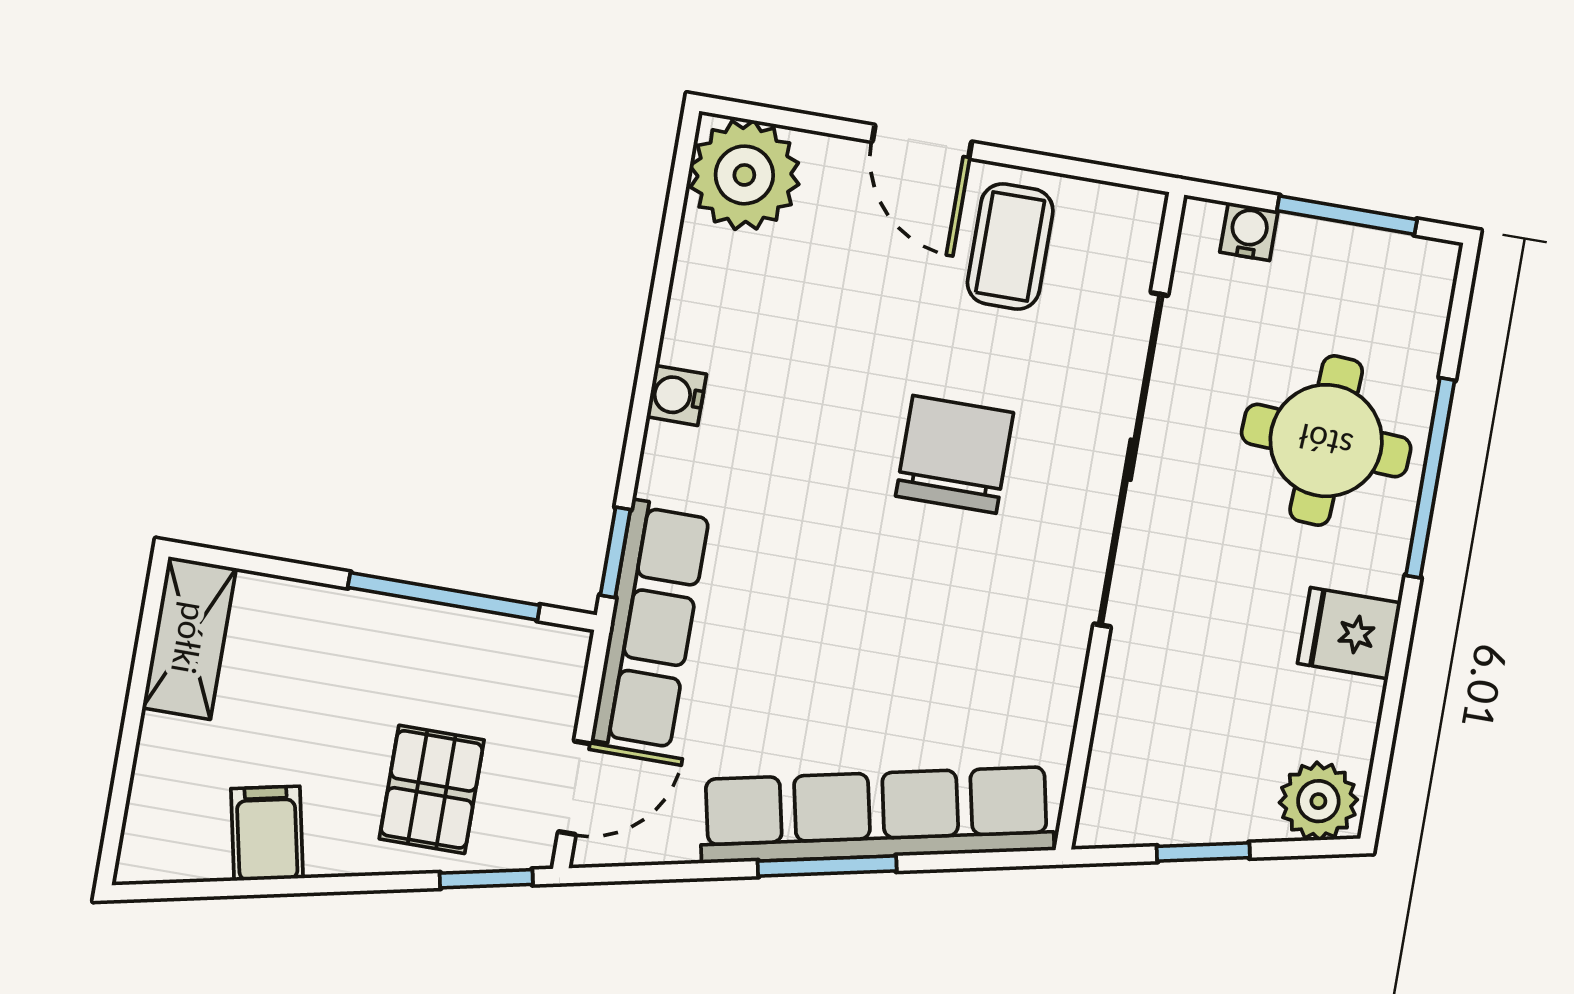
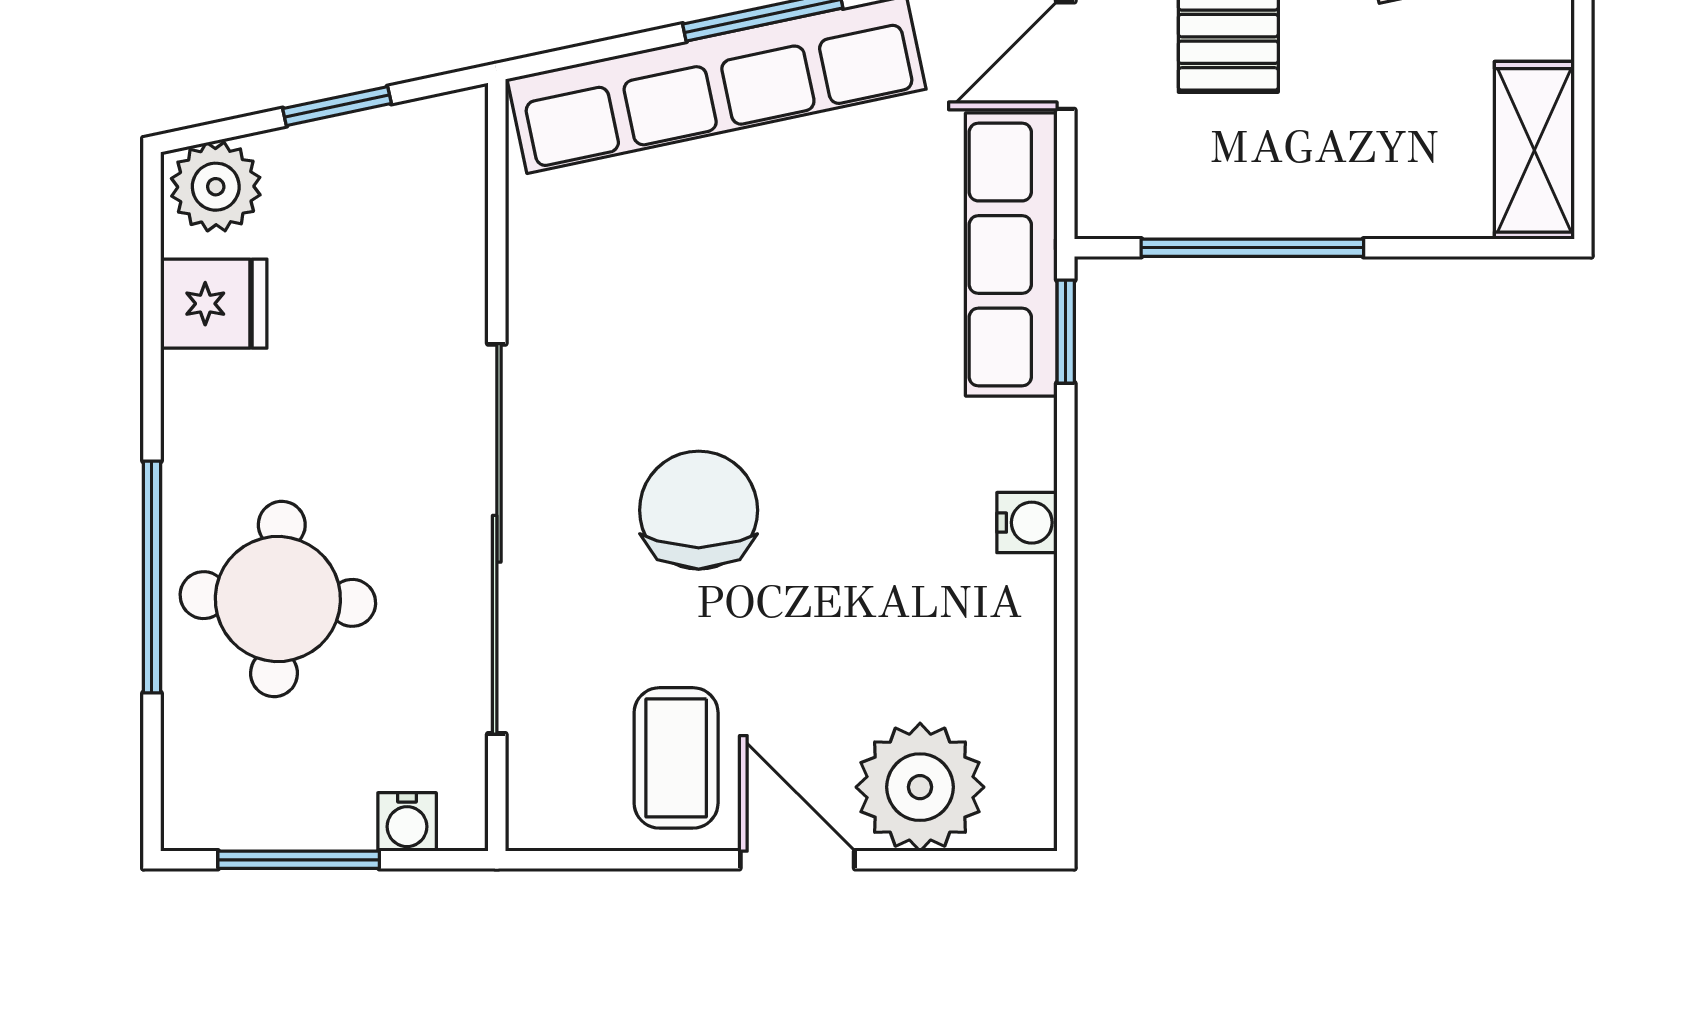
plant: (744, 175) -> (920, 787), moved
chair: (954, 454) -> (699, 510), turned 180
fridge: (1349, 633) -> (214, 304), moved

